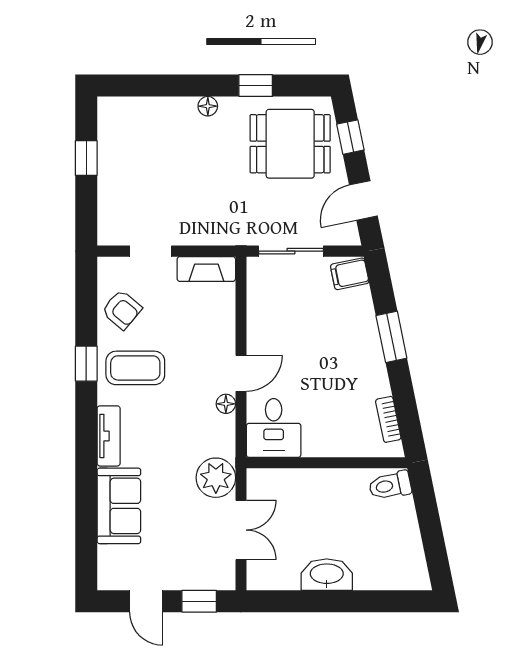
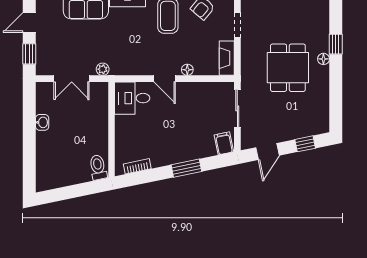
window: (256, 86) -> (336, 44), moved
dining table: (290, 144) -> (288, 68), moved
door: (363, 200) -> (267, 152), swing flipped
floor lamp: (226, 404) -> (187, 70), moved
plant: (216, 478) -> (103, 69), width x0.53, depth x0.53
washbasin: (327, 575) -> (42, 122), width x0.52, depth x0.69

